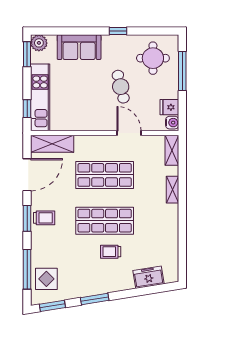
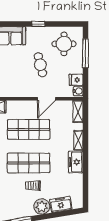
door: (129, 133) -> (46, 99), swing flipped
freezer: (169, 219) -> (76, 162), added
plant: (123, 280) -> (42, 206), added

